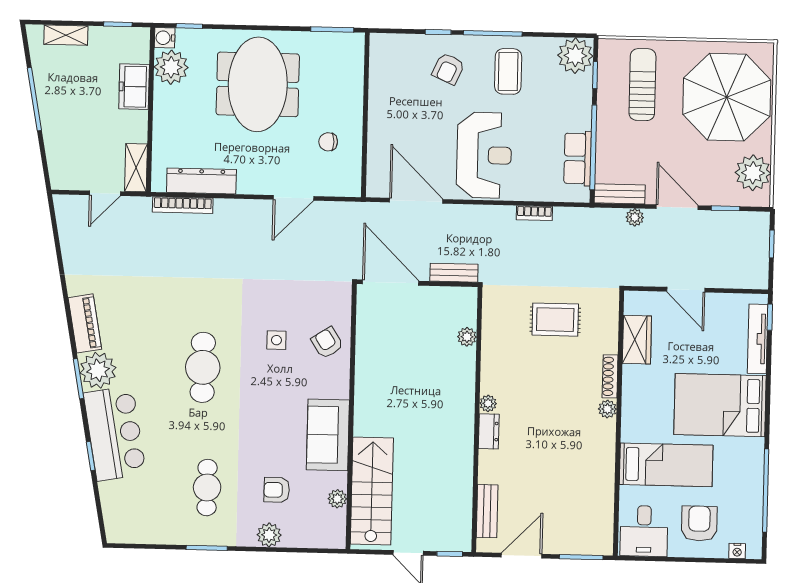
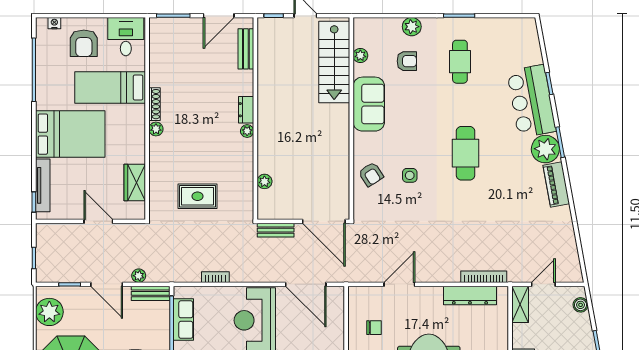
boiler: (57, 165) -> (581, 305), added
shoe rack: (610, 376) -> (155, 104), moved

